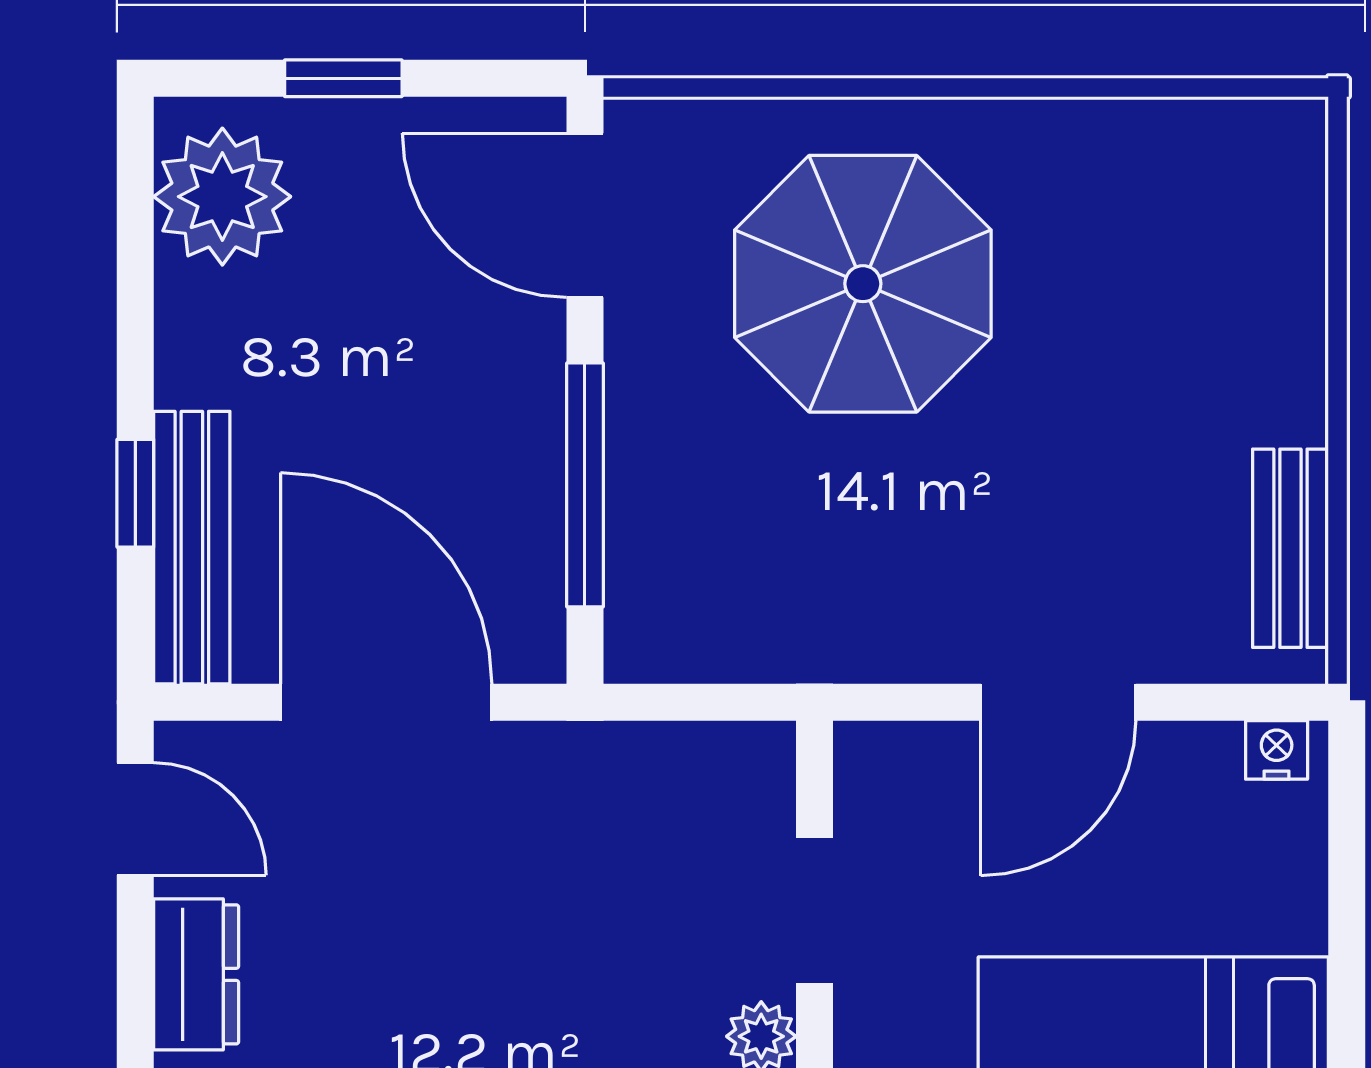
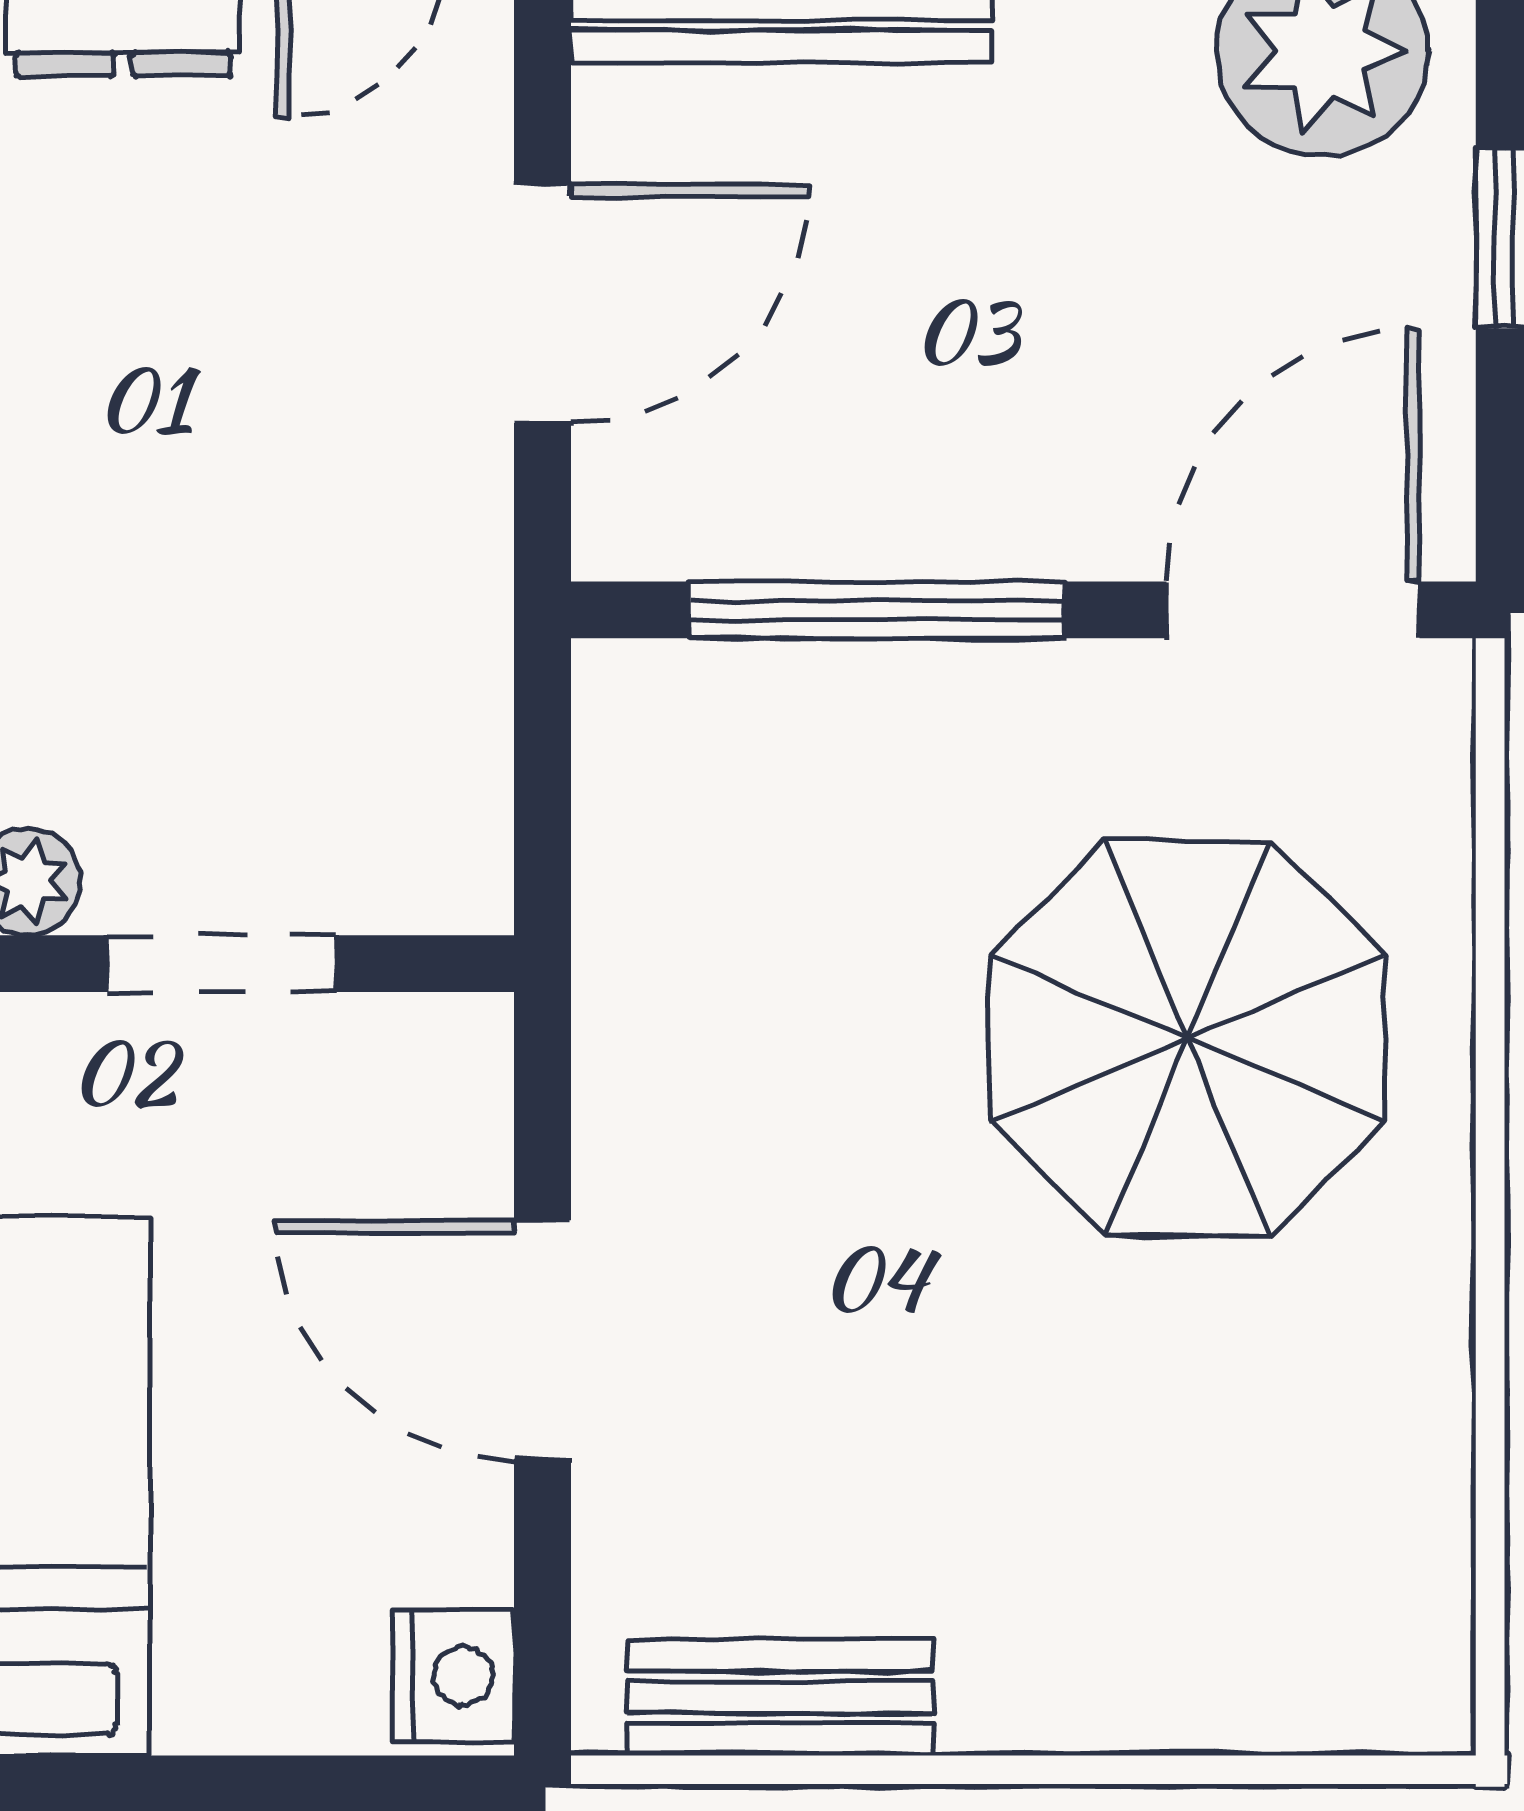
door: (386, 702) -> (543, 304), width x0.73
nightstand: (1277, 750) -> (453, 1676), width x1.39, depth x1.35

